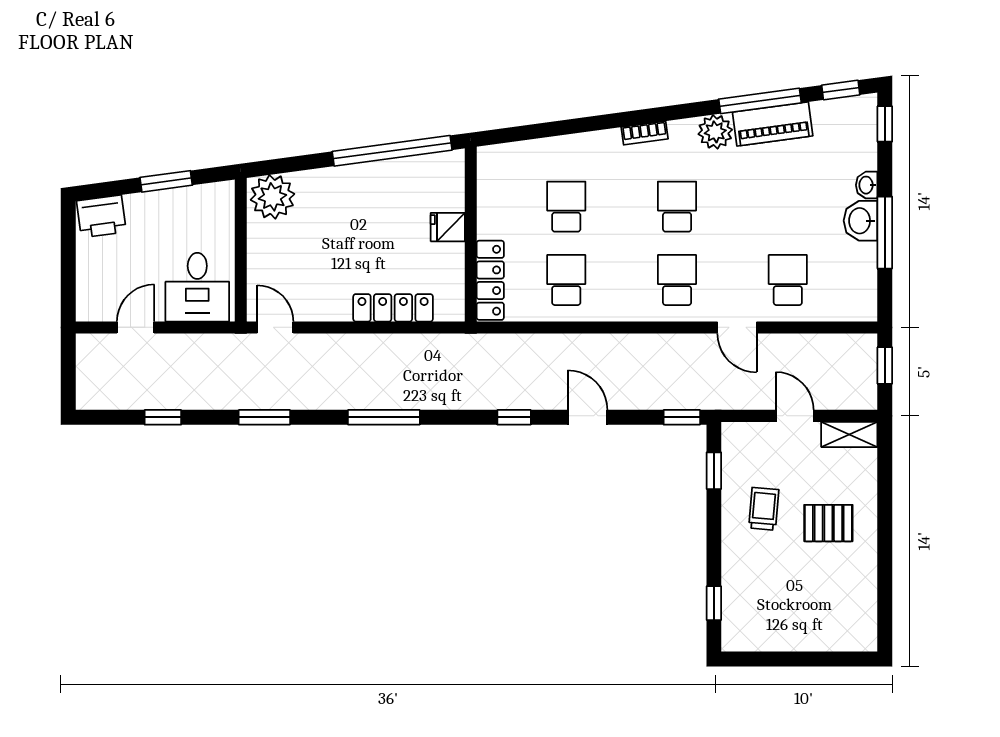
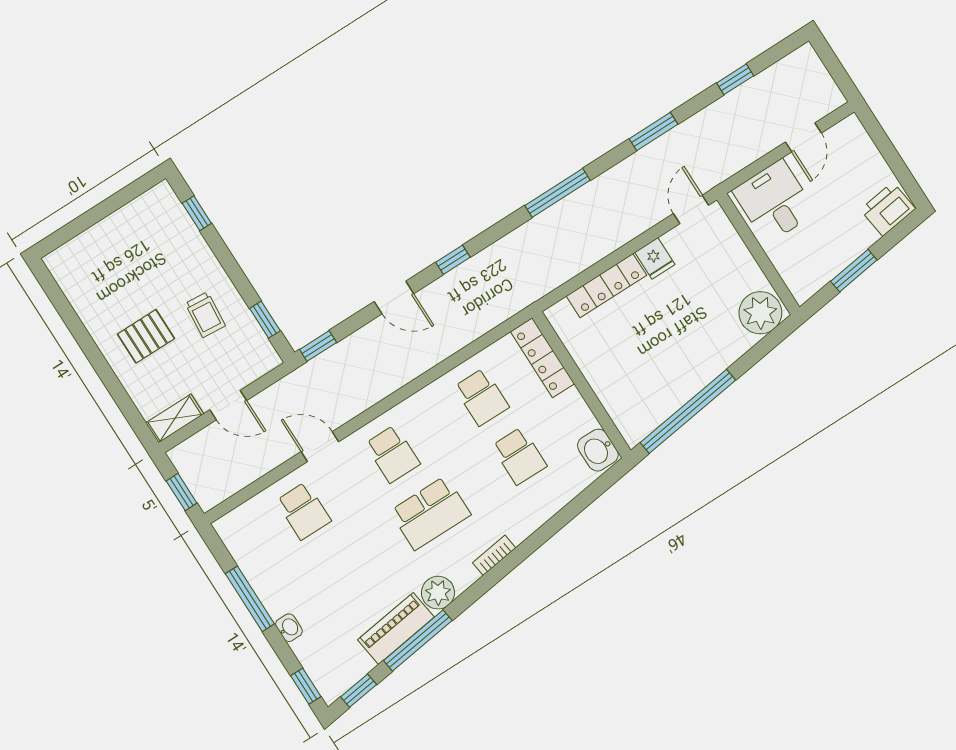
school desk: (677, 207) -> (430, 513), width x1.85
washbasin: (861, 221) -> (598, 450), moved, turned 180
fridge: (448, 227) -> (655, 258), moved, turned 90
door: (275, 327) -> (691, 209), swing flipped

